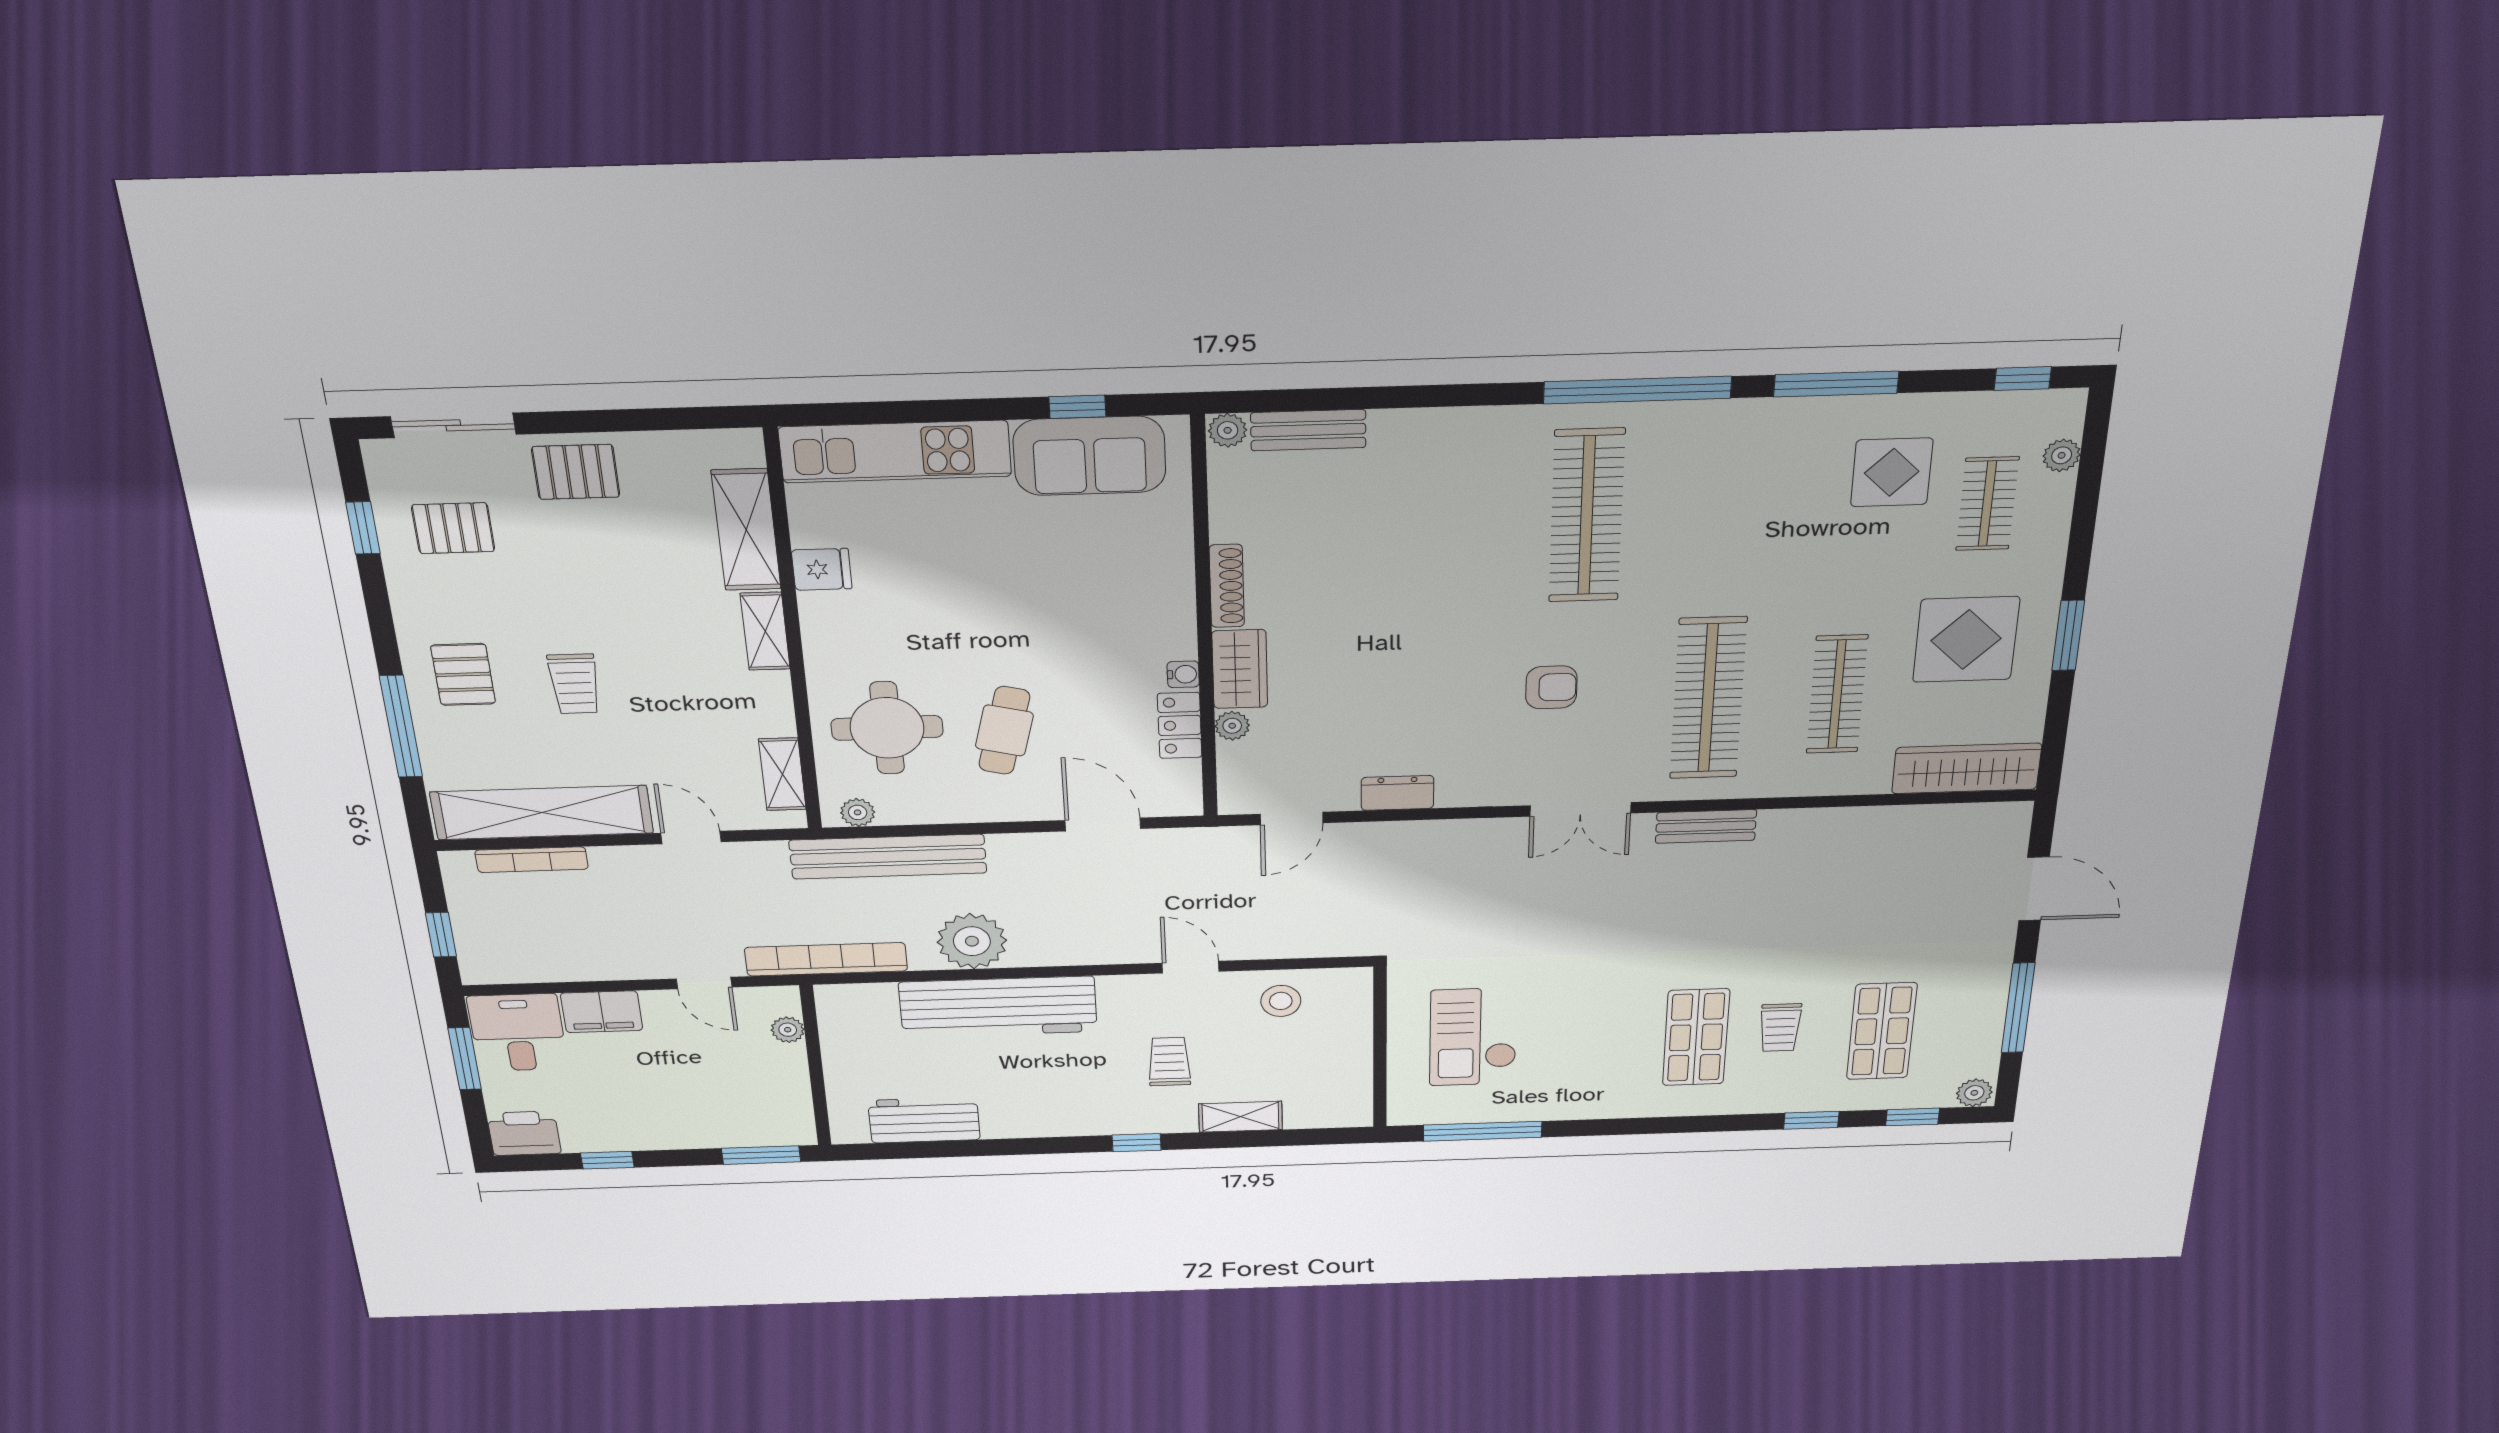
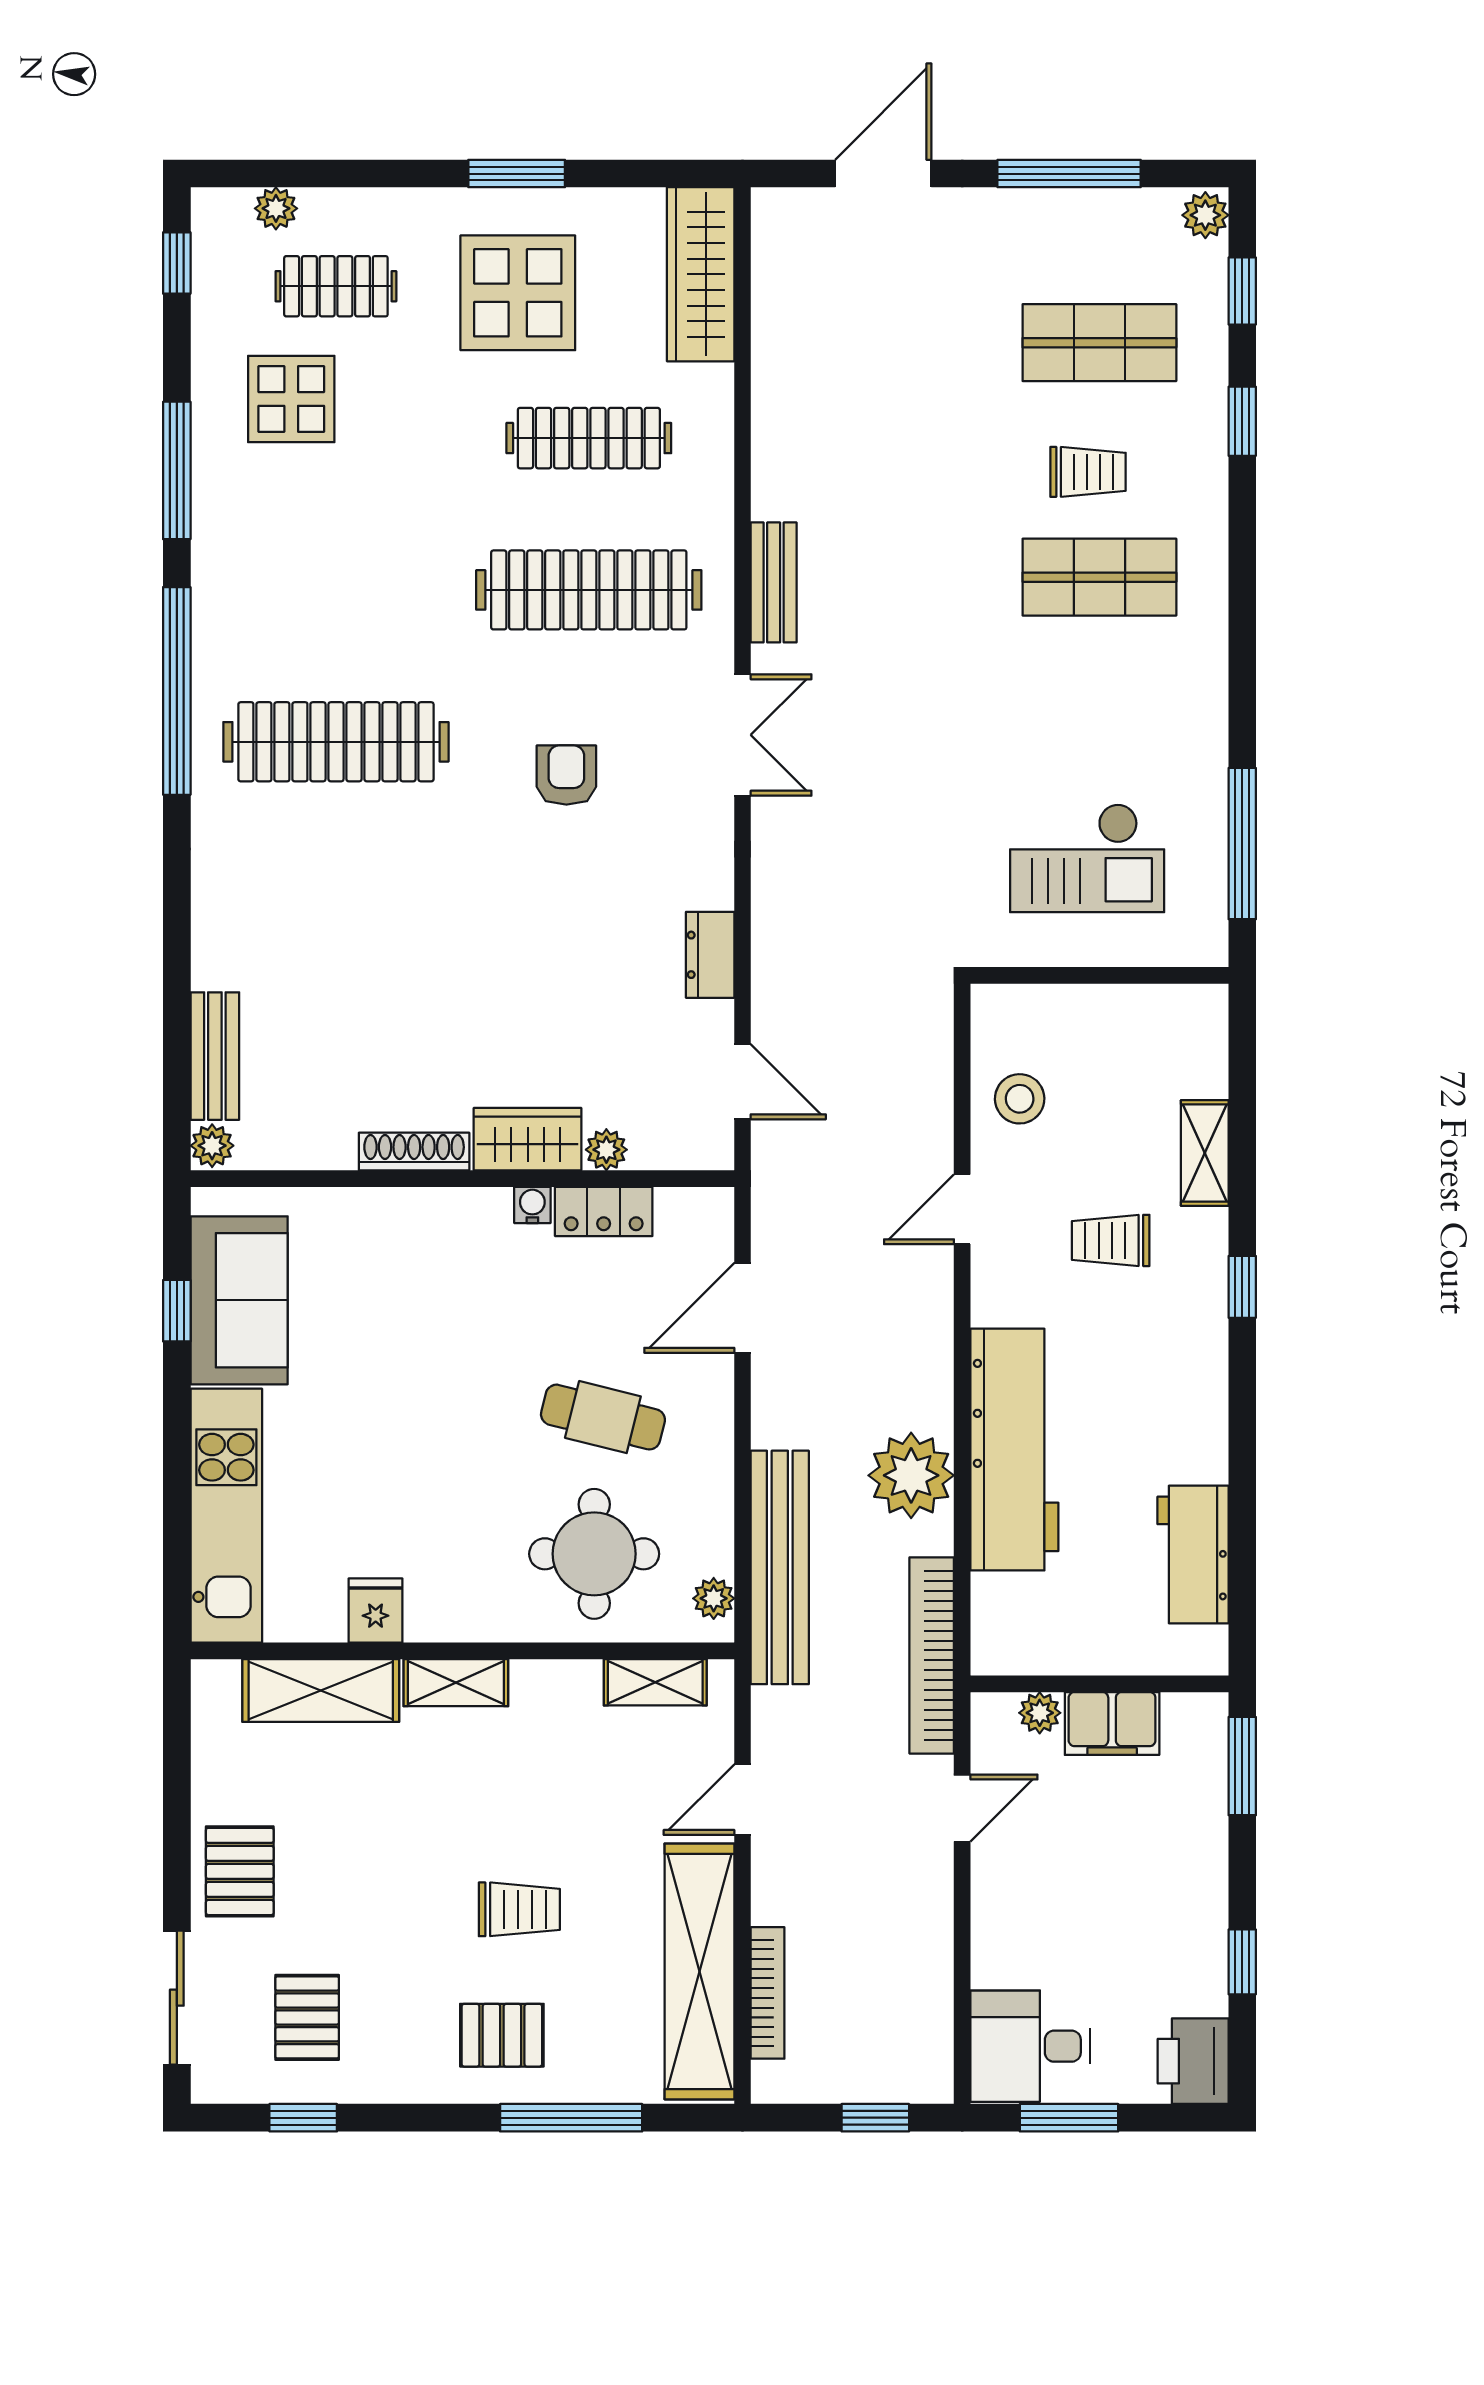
filing cabinet: (602, 1012) -> (1112, 1724), moved, turned 90

